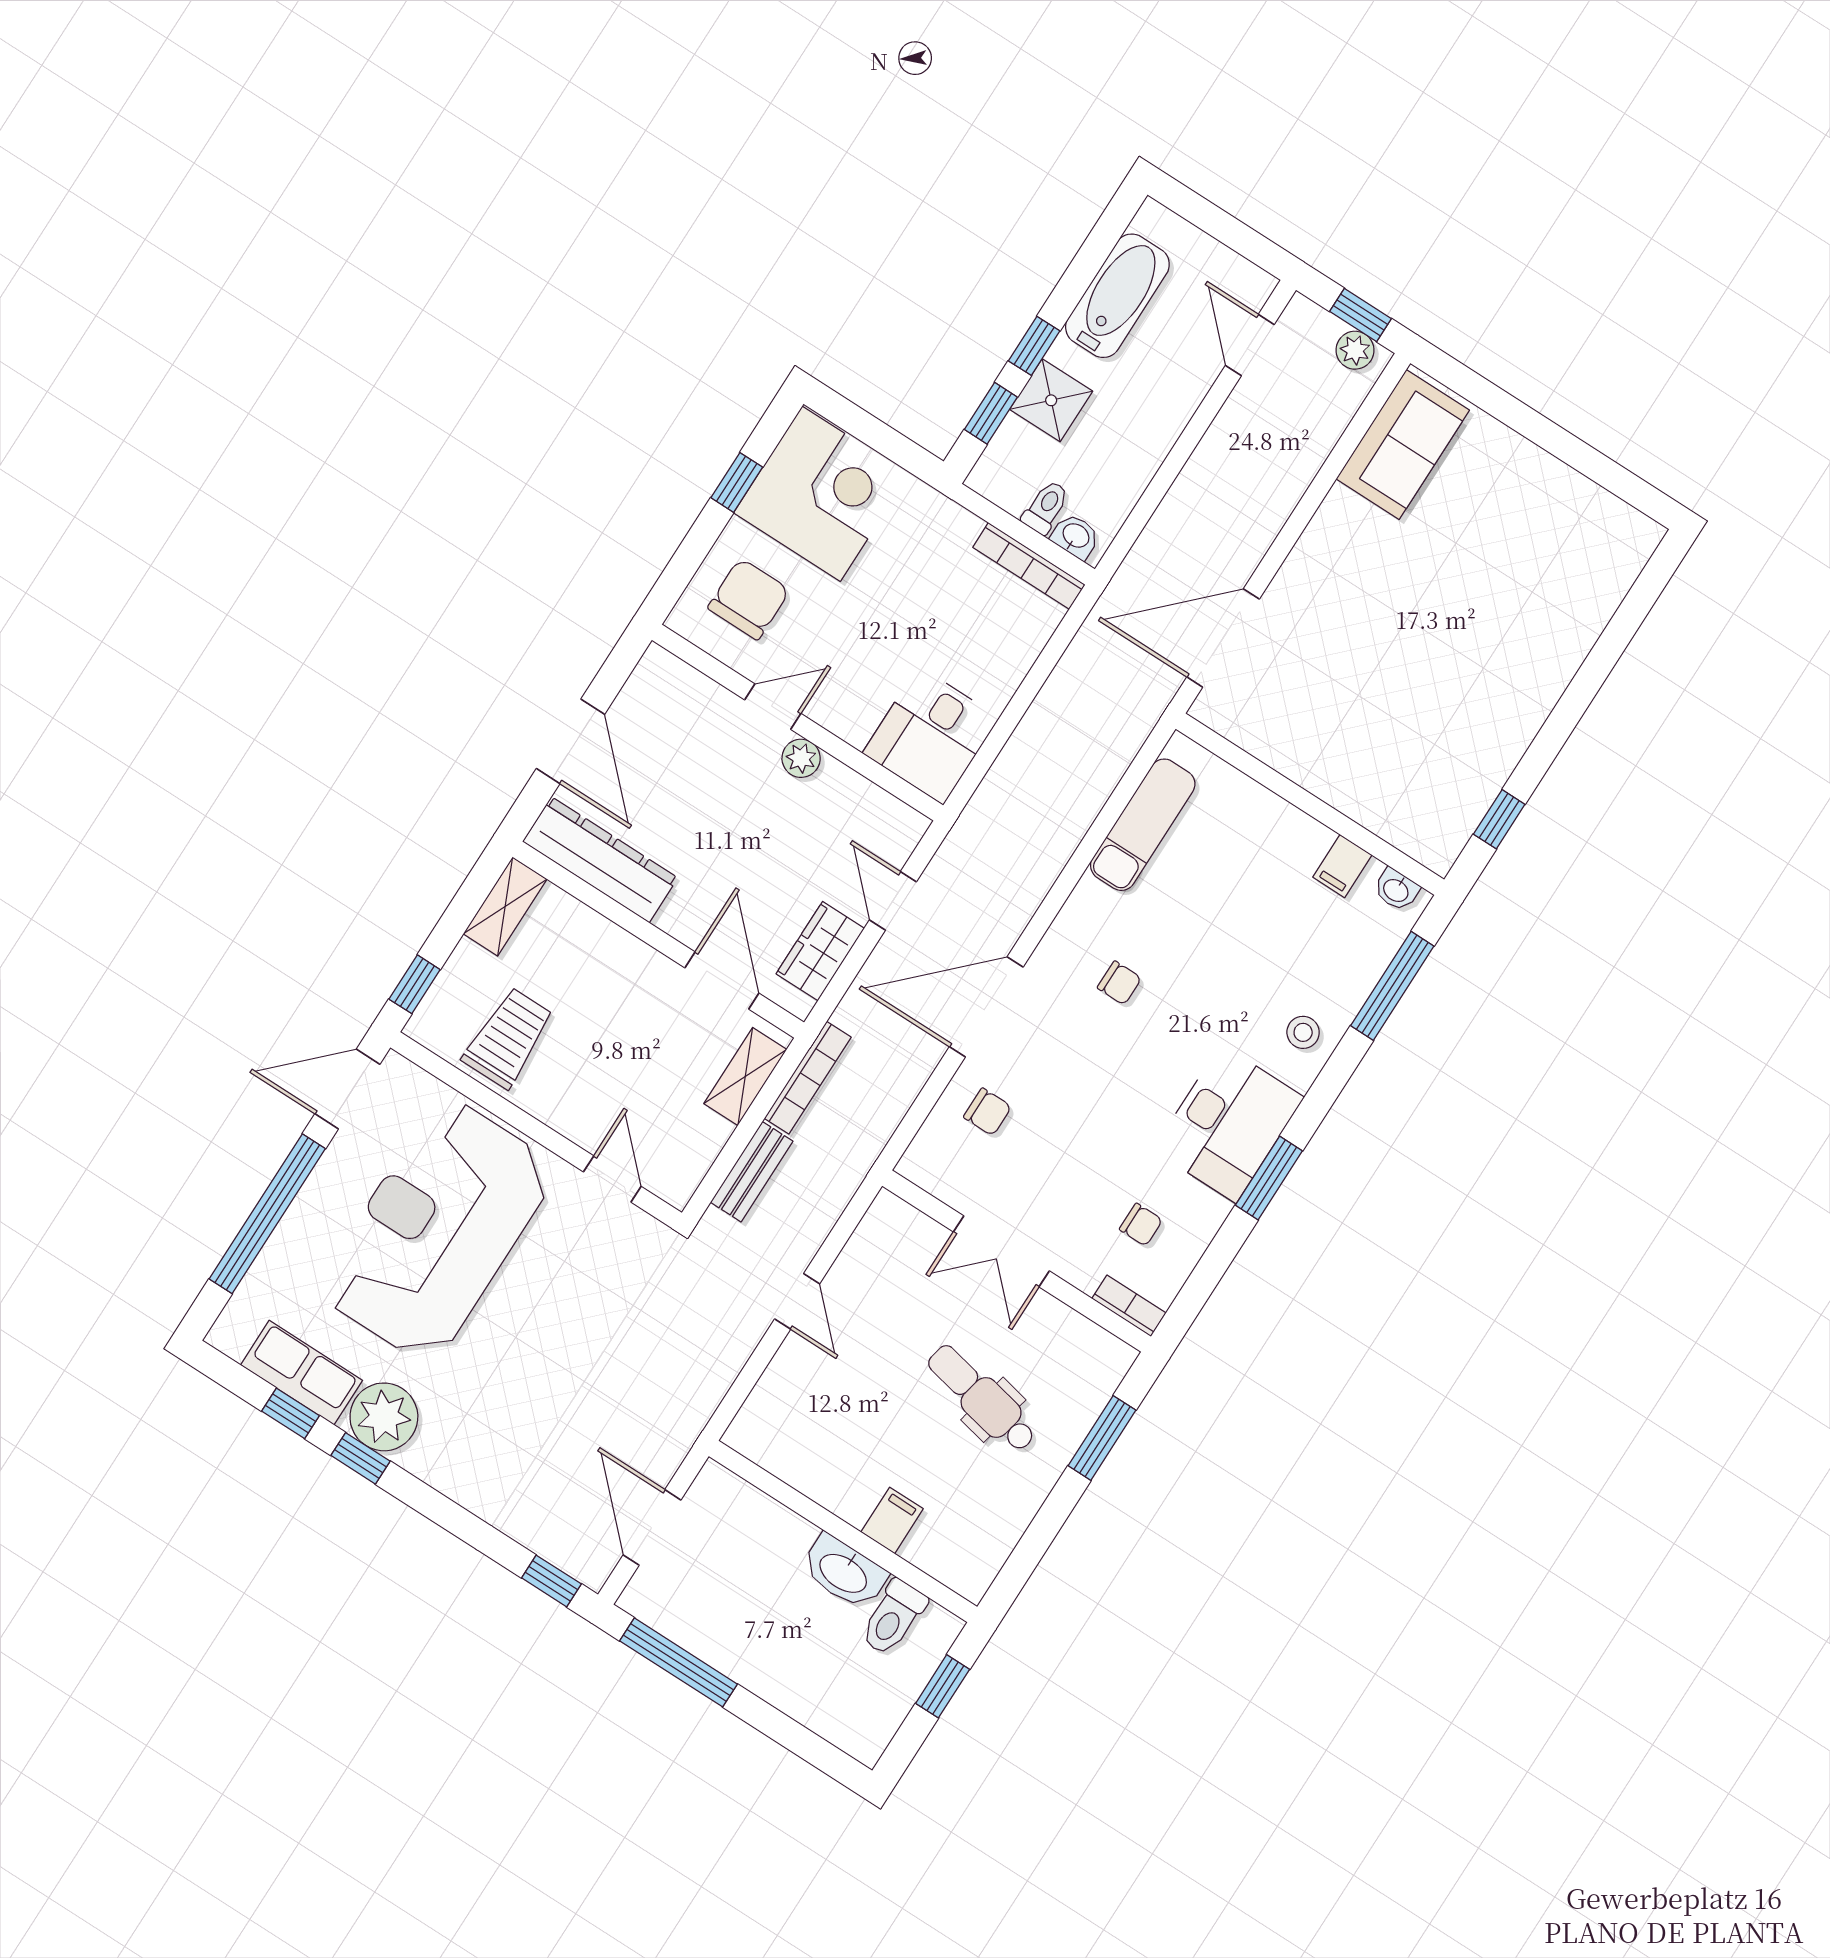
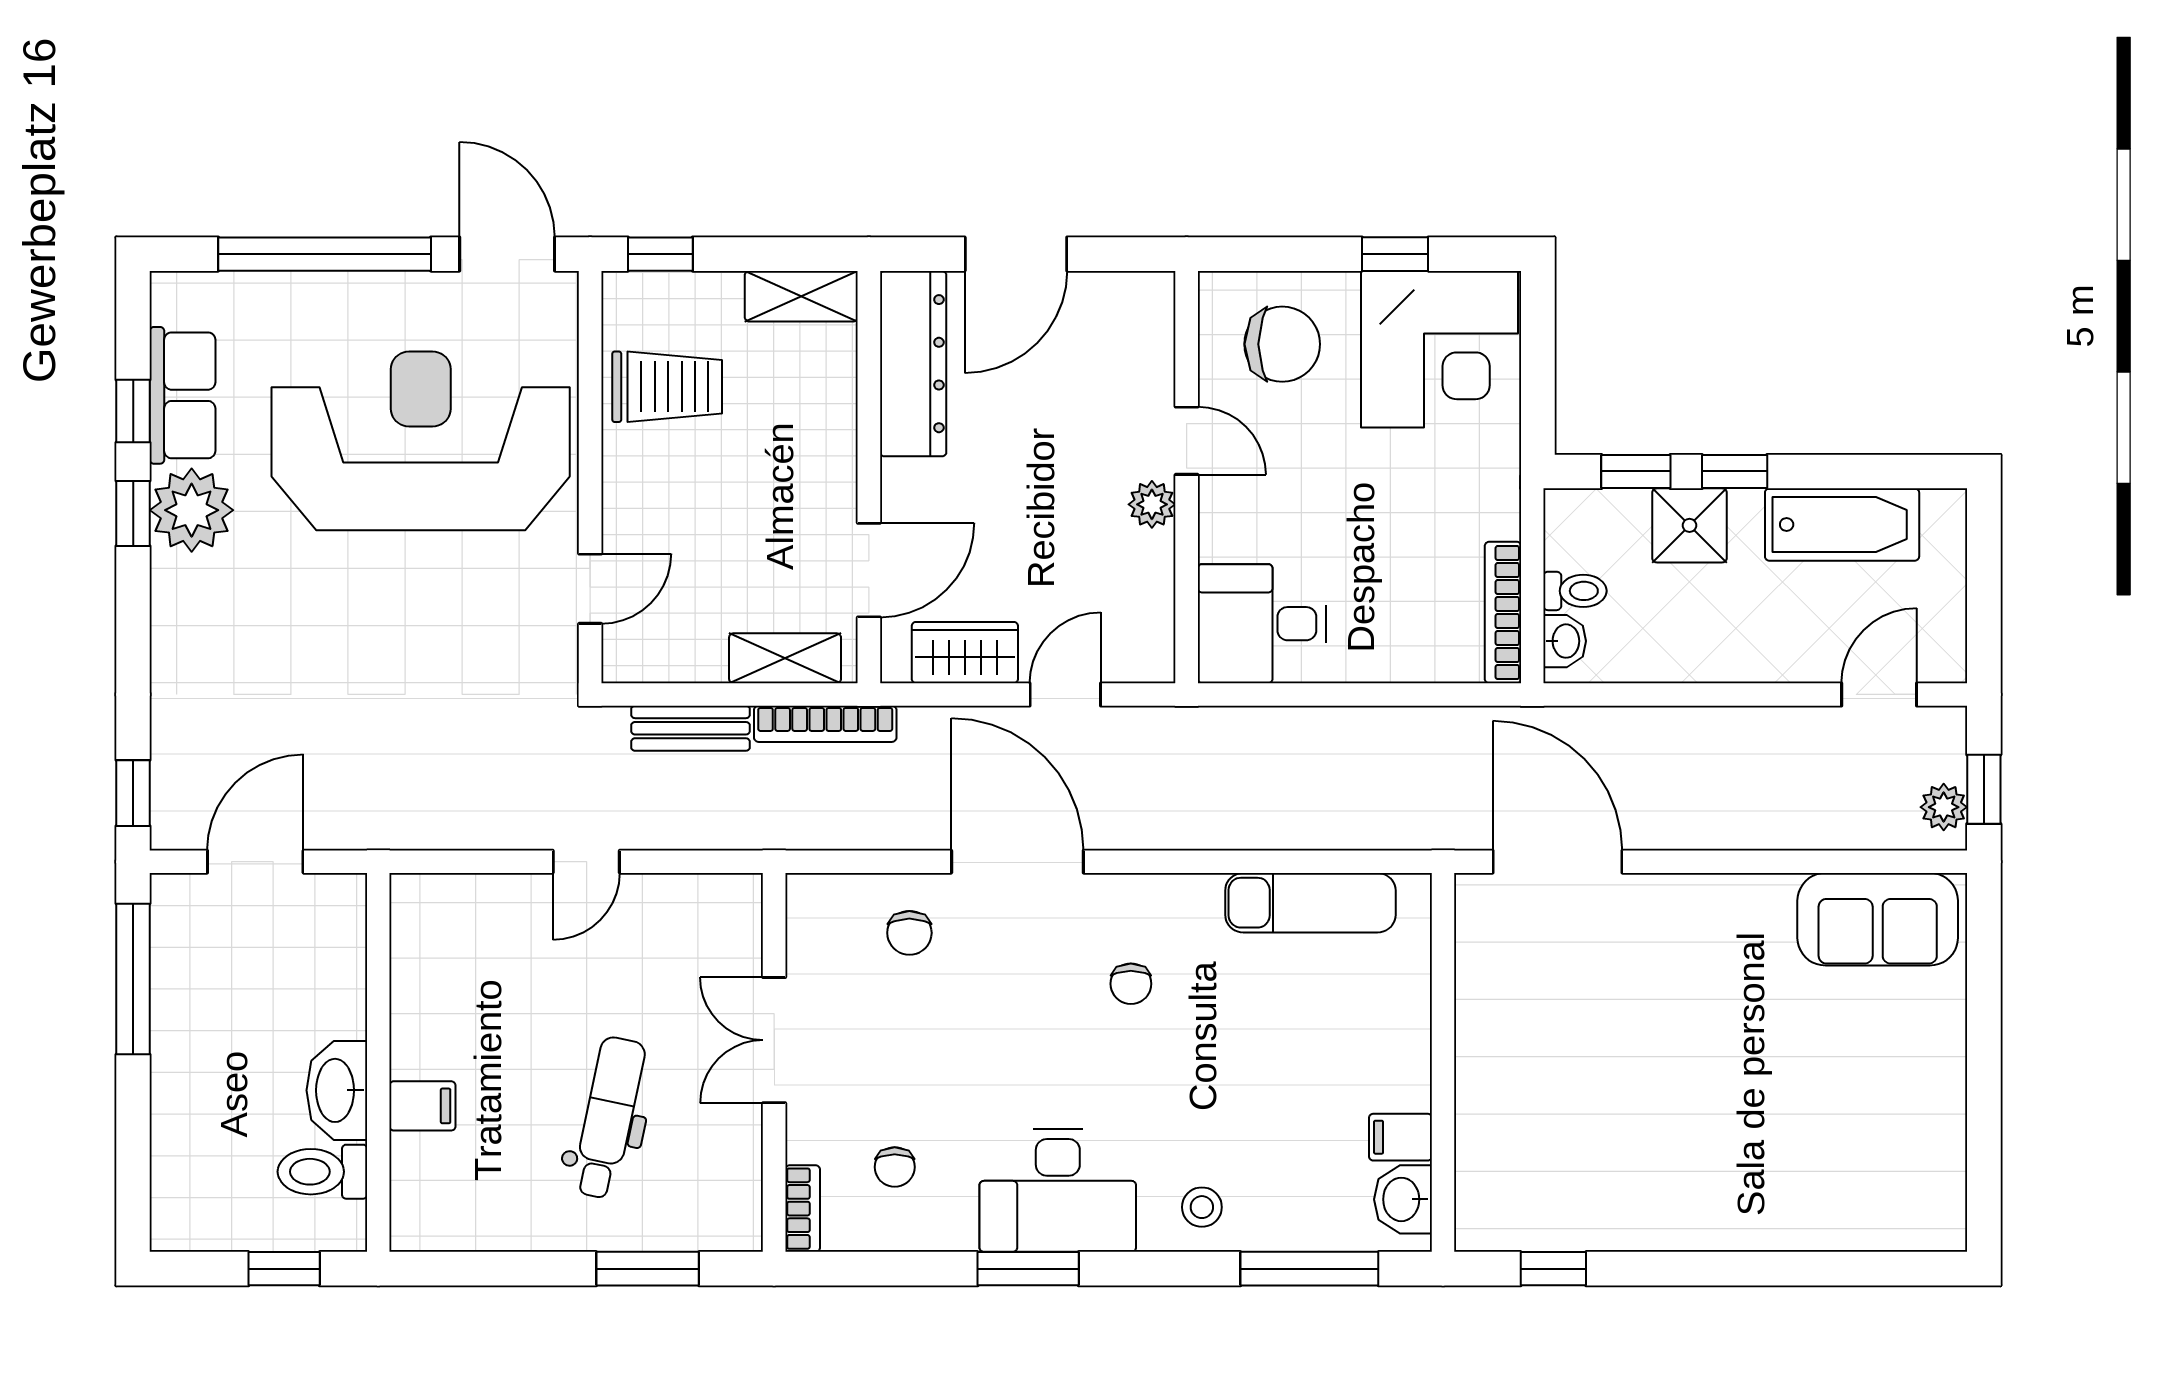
washbasin: (1396, 890) -> (1403, 1199), width x1.38, depth x1.45

